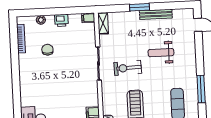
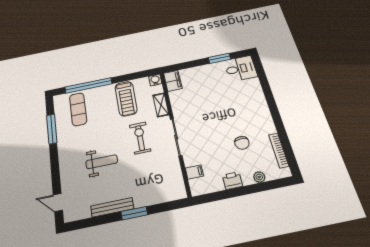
filing cabinet: (88, 18) -> (194, 172), moved
shelving: (103, 23) -> (161, 105), moved
exercise bike: (128, 68) -> (140, 138), turned -88

